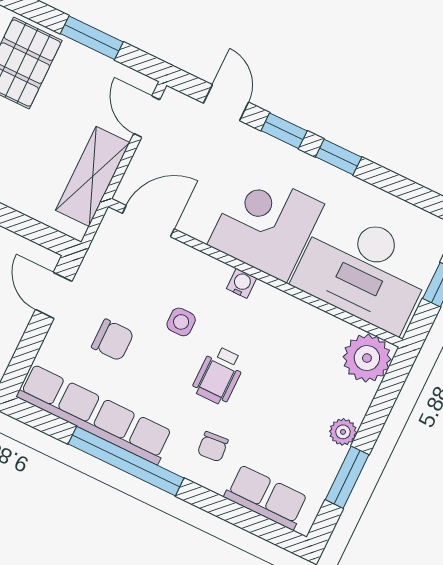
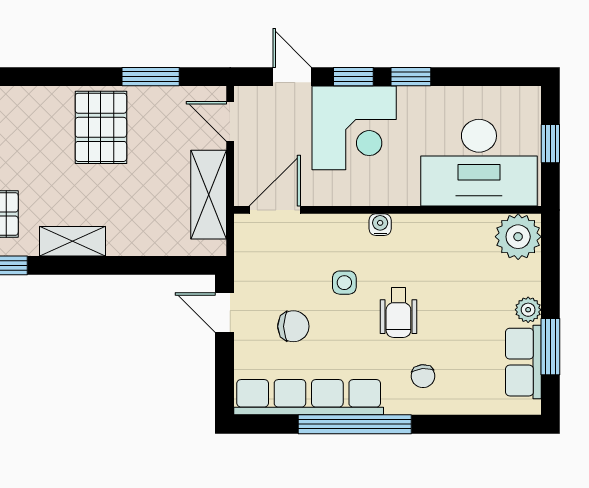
corner desk: (266, 224) -> (354, 128), moved, turned 180
row of seats: (266, 497) -> (523, 362), moved, turned -90

